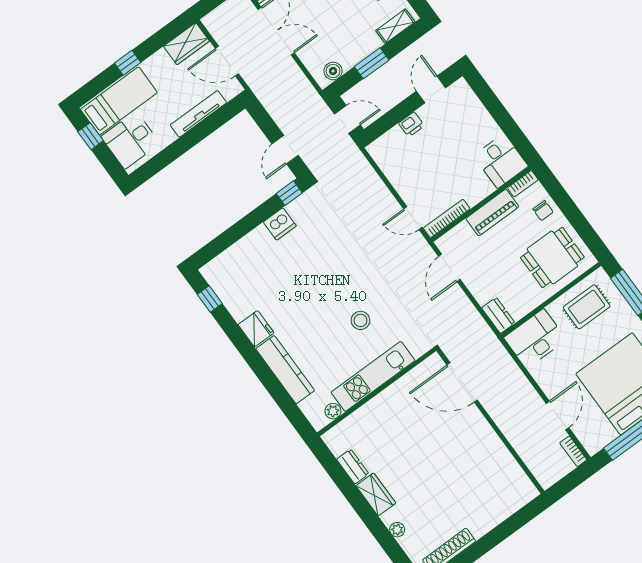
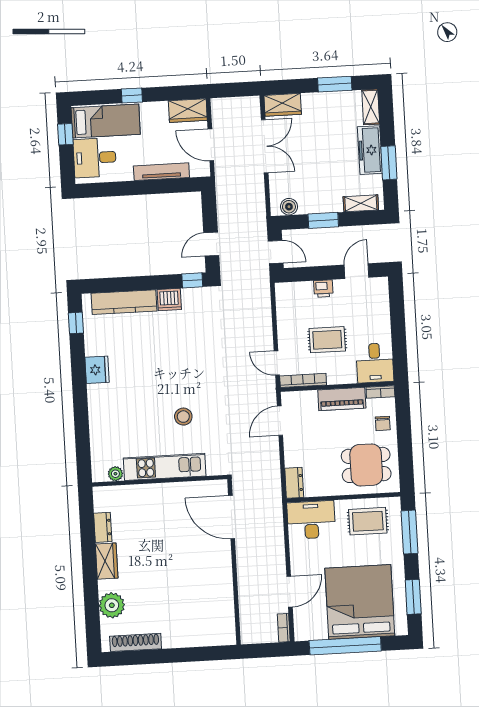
rug: (445, 168) -> (327, 340), added
kitchen counter: (285, 370) -> (124, 302), moved, turned 90
plant: (397, 530) -> (112, 605), width x1.87, depth x1.87

